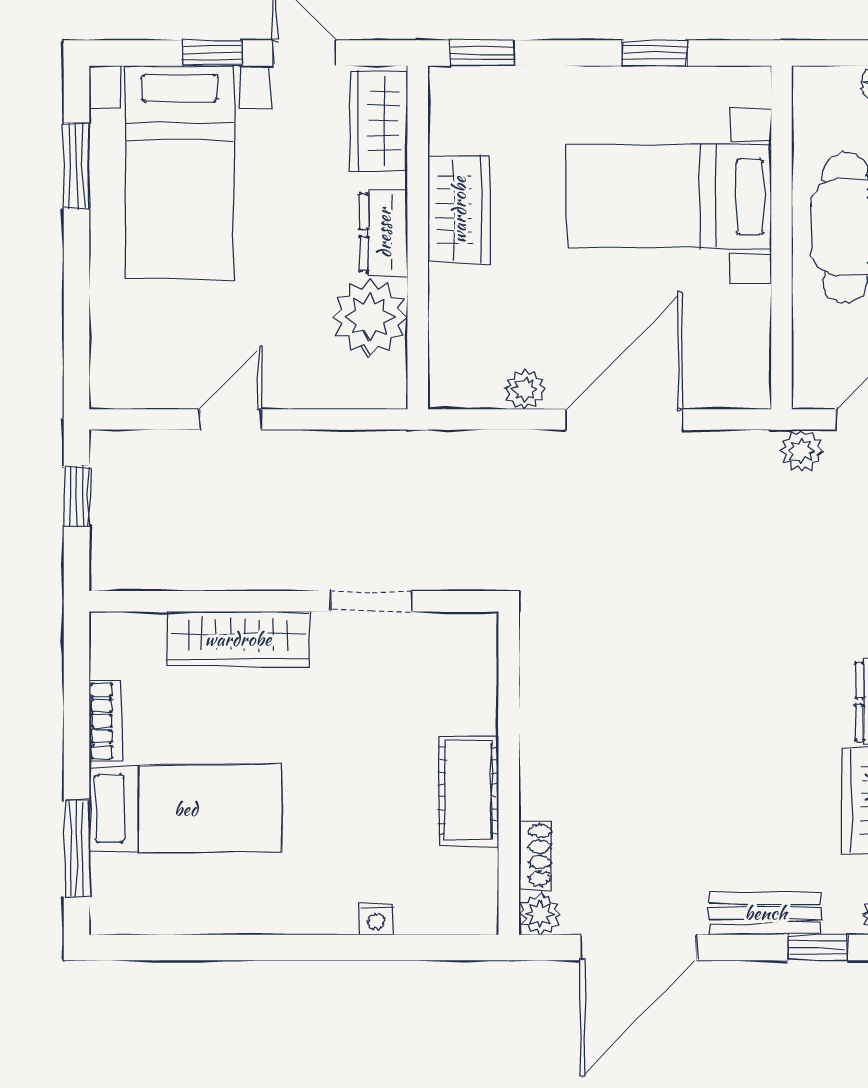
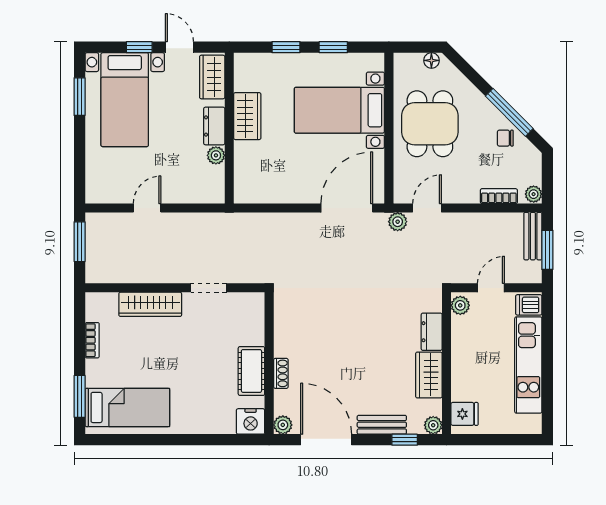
window: (482, 53) -> (286, 47), moved
plant: (370, 317) -> (216, 155), width x0.53, depth x0.53
plant: (525, 389) -> (276, 195), removed
door: (624, 419) -> (347, 208), moved
window: (77, 496) -> (80, 242), width x1.50
bed: (186, 809) -> (127, 407), moved
shoe rack: (535, 854) -> (281, 373), moved
nightstand: (376, 919) -> (251, 421), moved, width x1.89, depth x1.79
door: (638, 947) -> (326, 440), swing flipped

